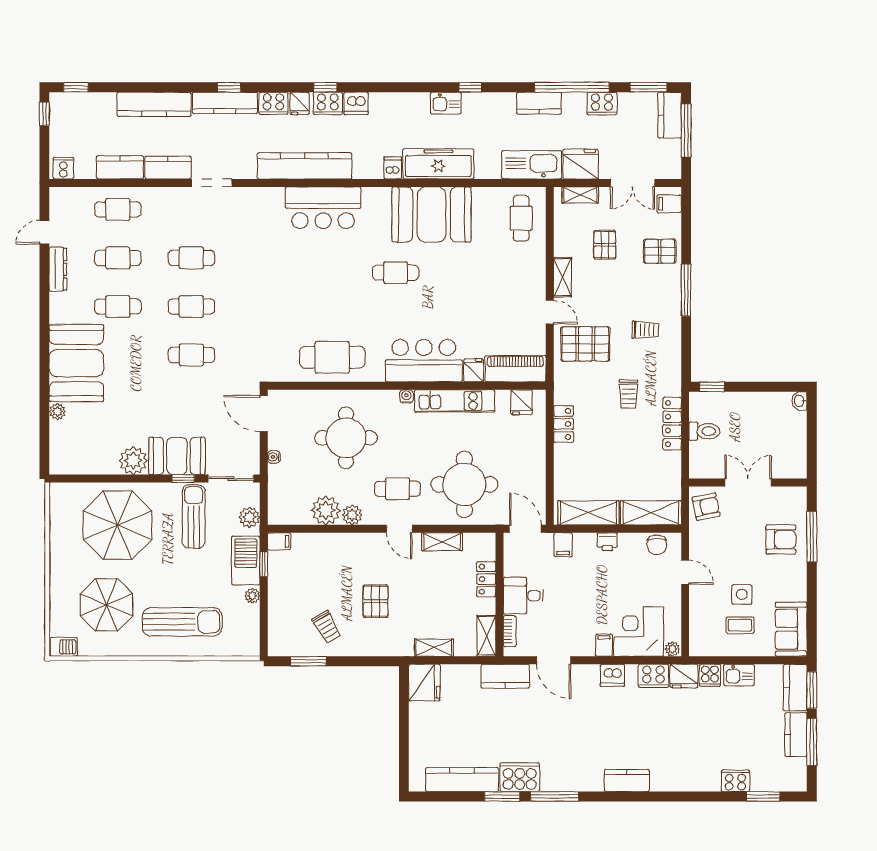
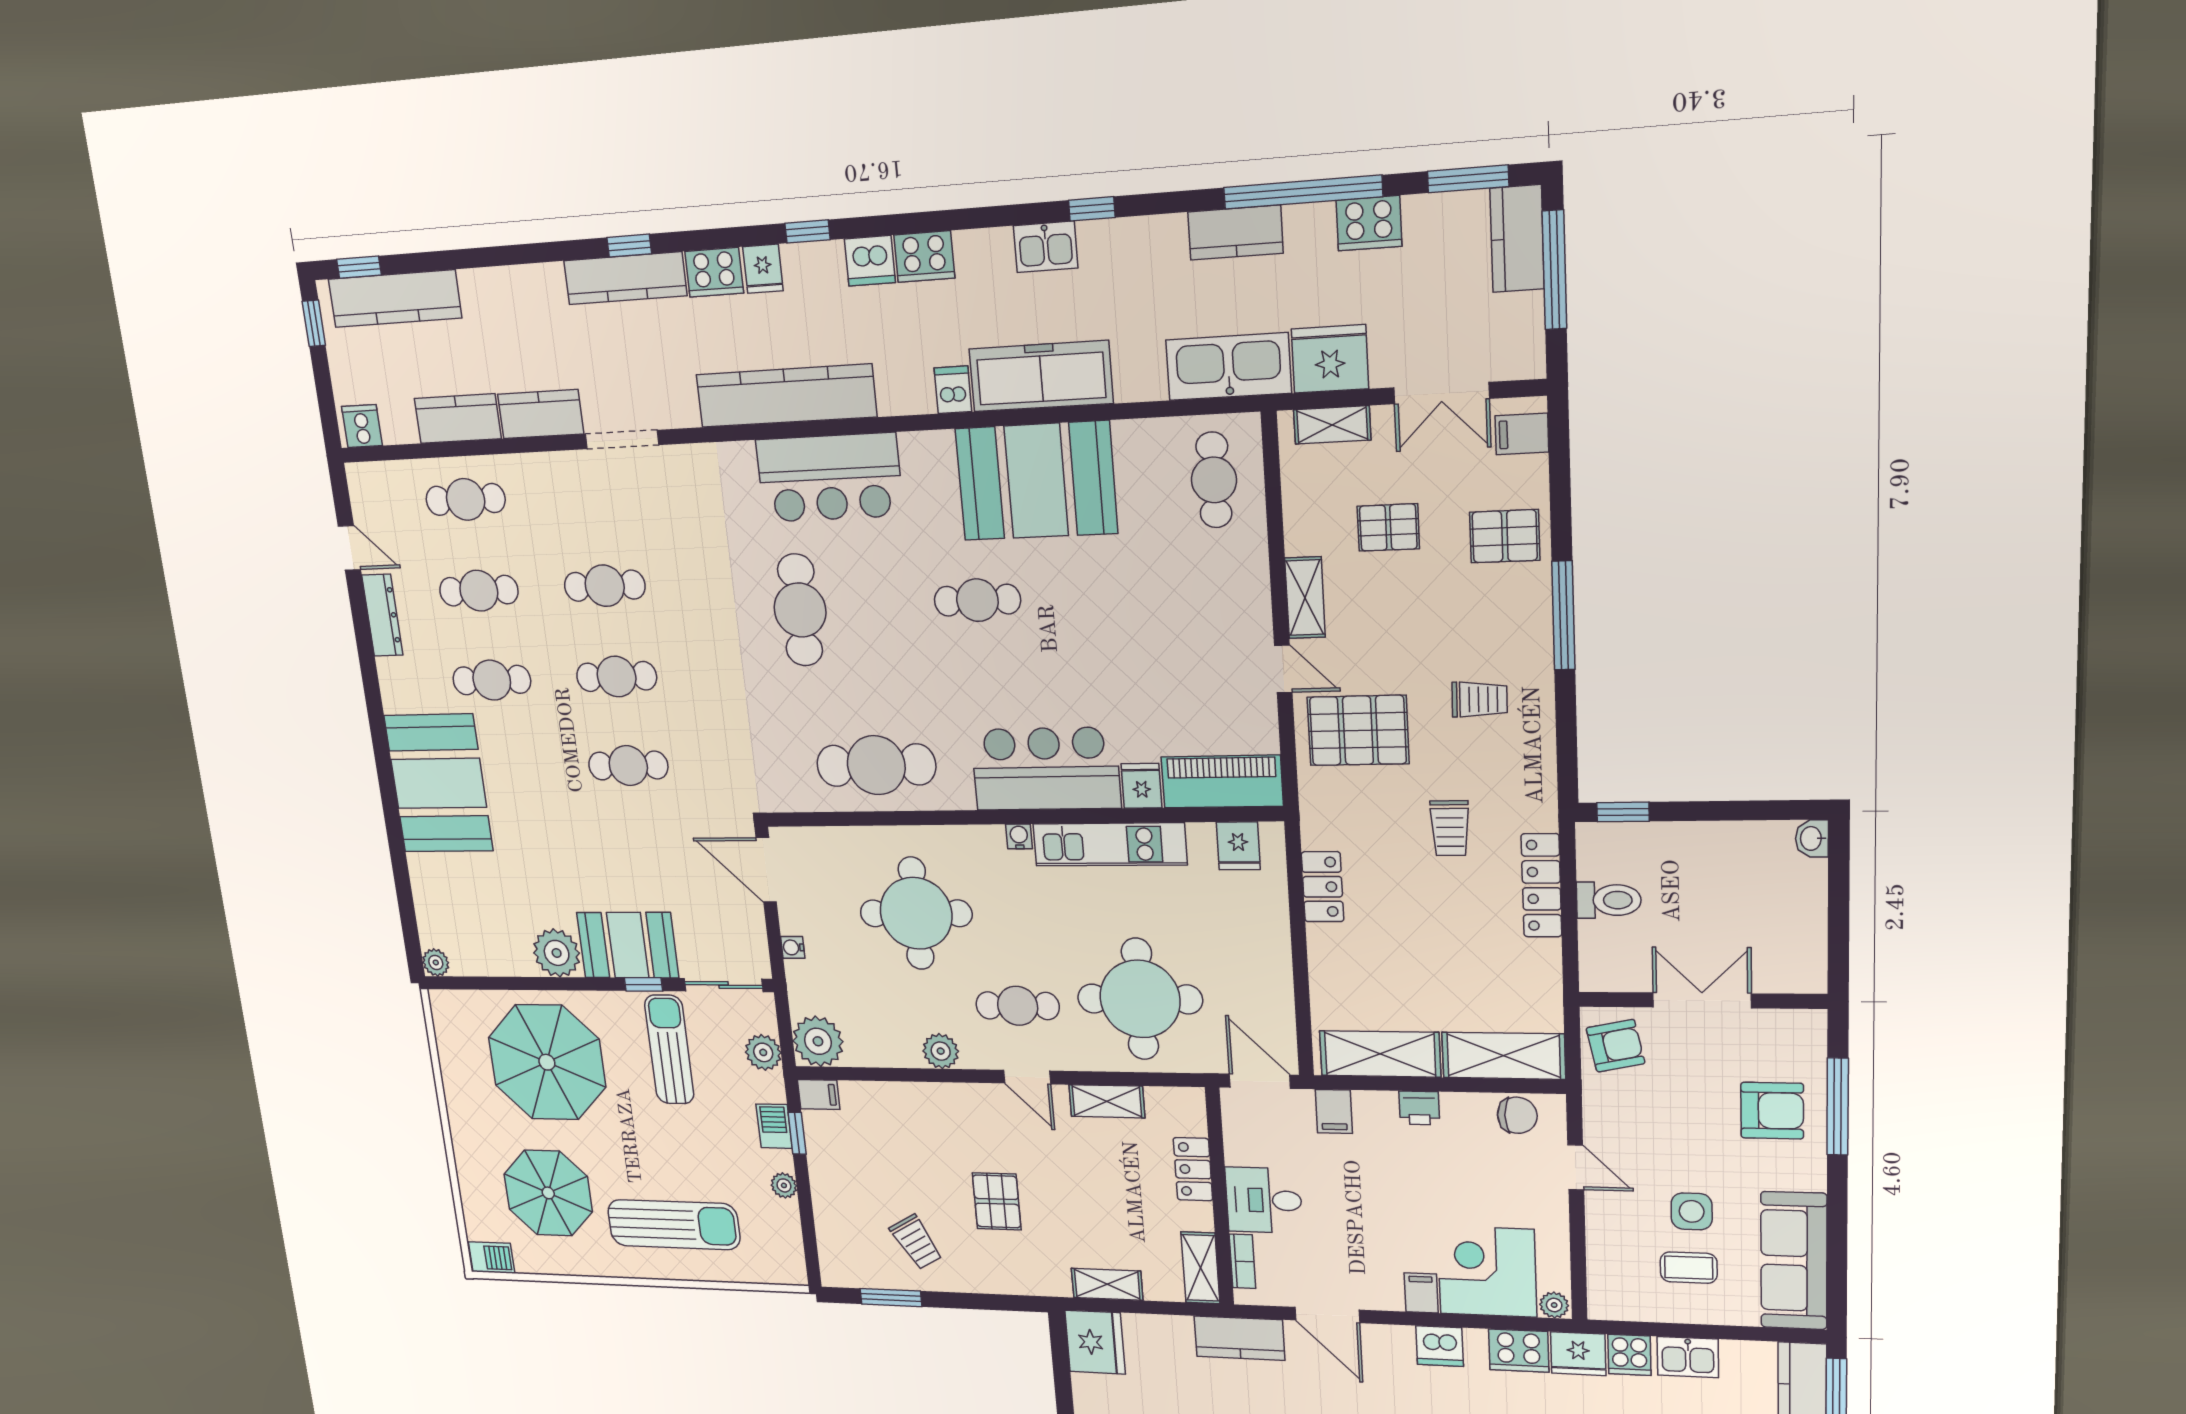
cooker: (328, 103) -> (924, 256), moved
kitchen counter: (154, 104) -> (395, 299), moved
door: (44, 232) -> (349, 548), swing flipped
pallet: (605, 245) -> (1388, 527), turned 90
cafe table: (299, 274) -> (800, 610), added
plant: (57, 411) -> (436, 962), moved
plant: (326, 510) -> (818, 1041), moved
chair: (657, 545) -> (1517, 1115), turned -90
barbecue: (246, 560) -> (774, 1126), width x0.53, depth x0.65
sofa: (791, 629) -> (1794, 1261), width x1.36

